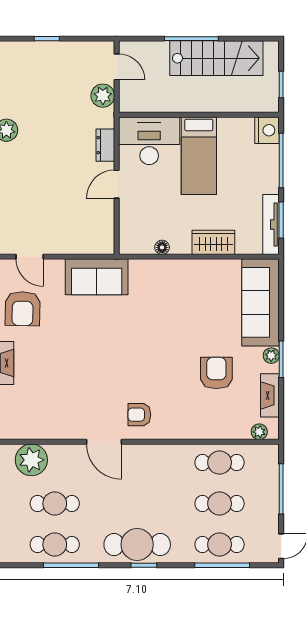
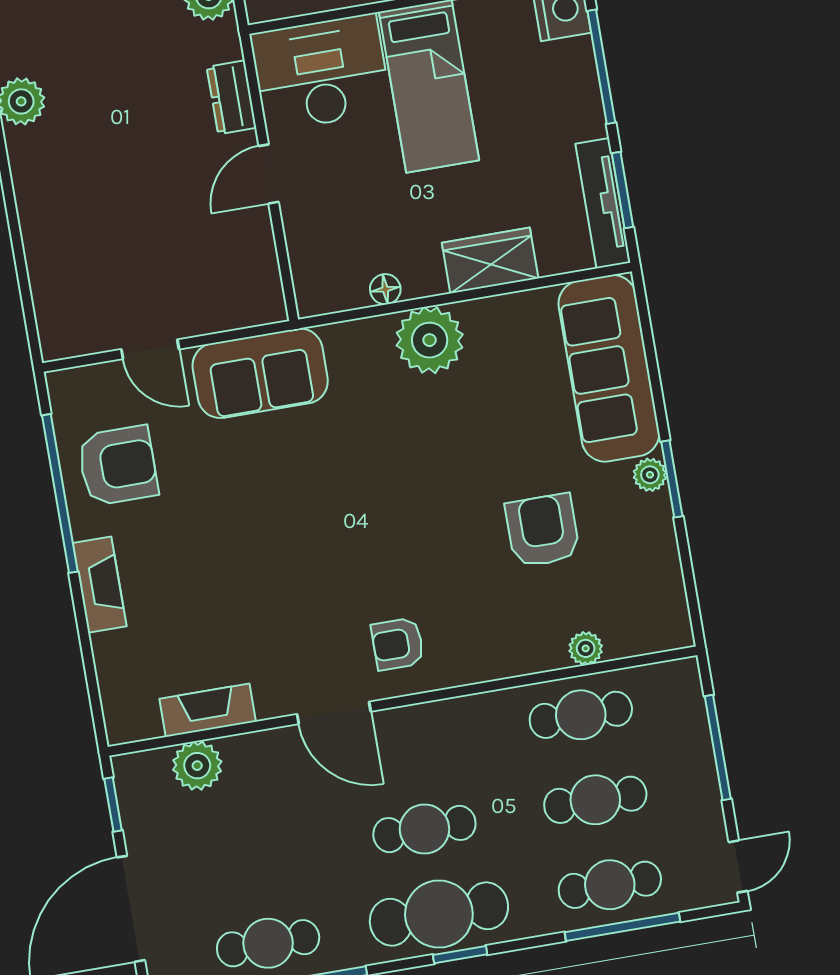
door: (30, 257) -> (150, 349), moved
plant: (179, 275) -> (430, 340), added
armchair: (23, 309) -> (118, 466), turned -91
fireplace: (270, 395) -> (208, 710), moved, turned 90
plant: (259, 432) -> (586, 648), moved
plant: (31, 460) -> (197, 766), width x0.73, depth x0.73
cafe table: (55, 504) -> (424, 829), moved

